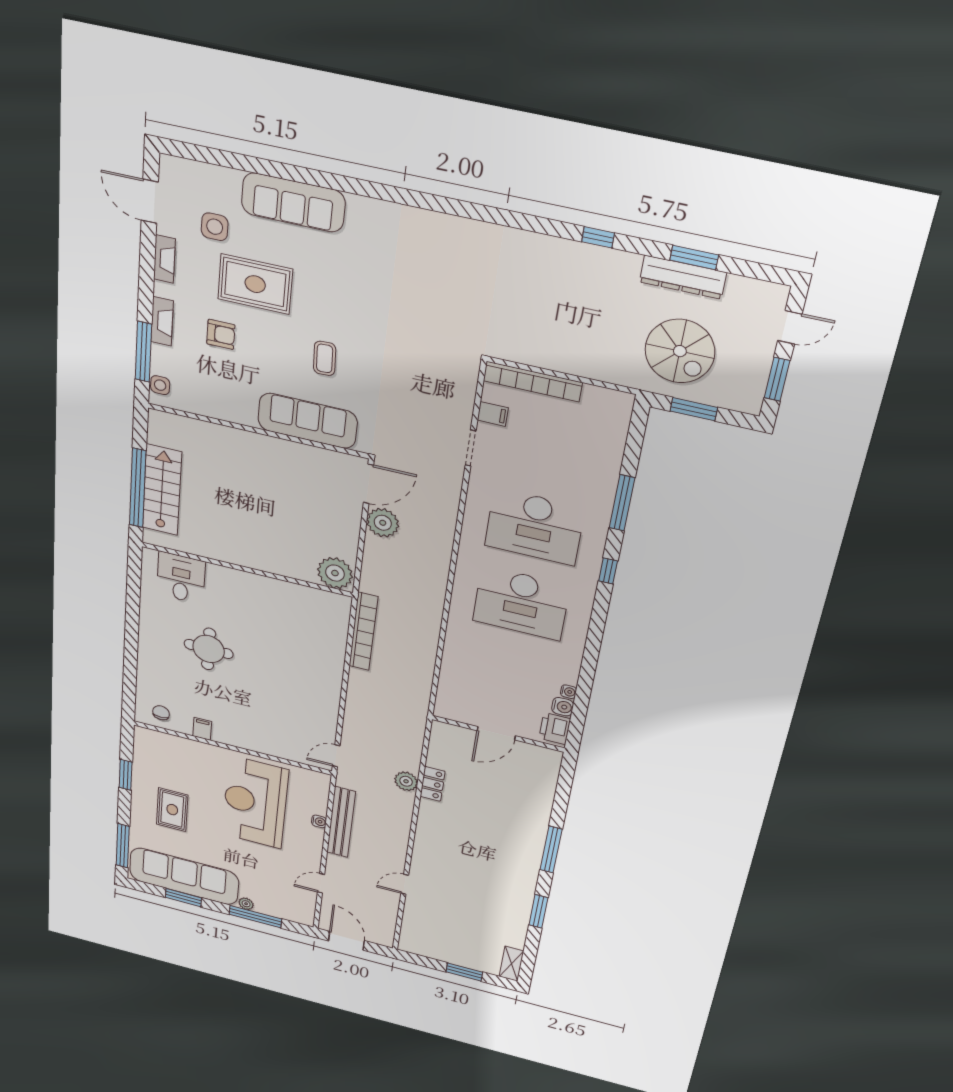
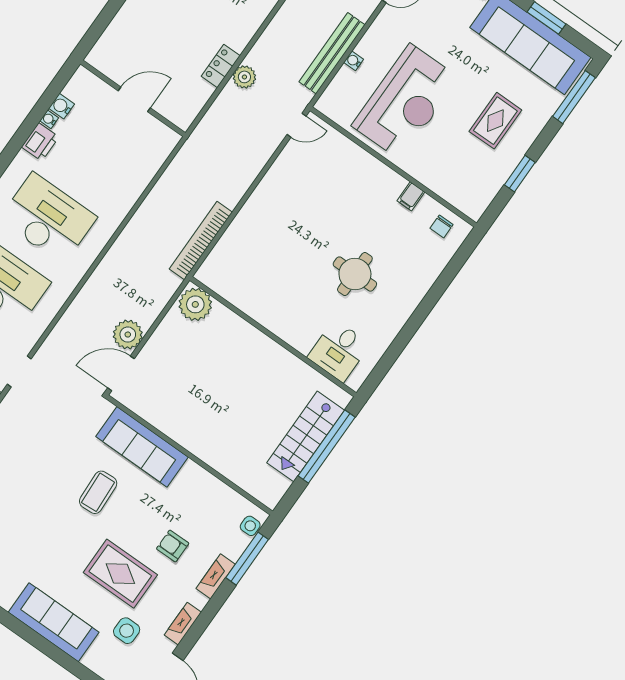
coffee table: (325, 358) -> (98, 492), width x1.36, depth x1.30
printer: (555, 729) -> (40, 142), moved

